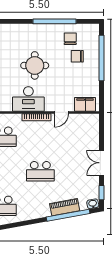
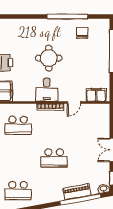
chair: (77, 56) -> (89, 49), removed
desk: (28, 99) -> (47, 90), width x0.73

